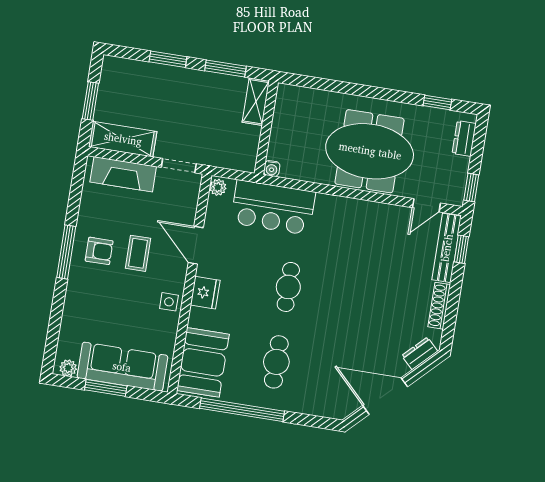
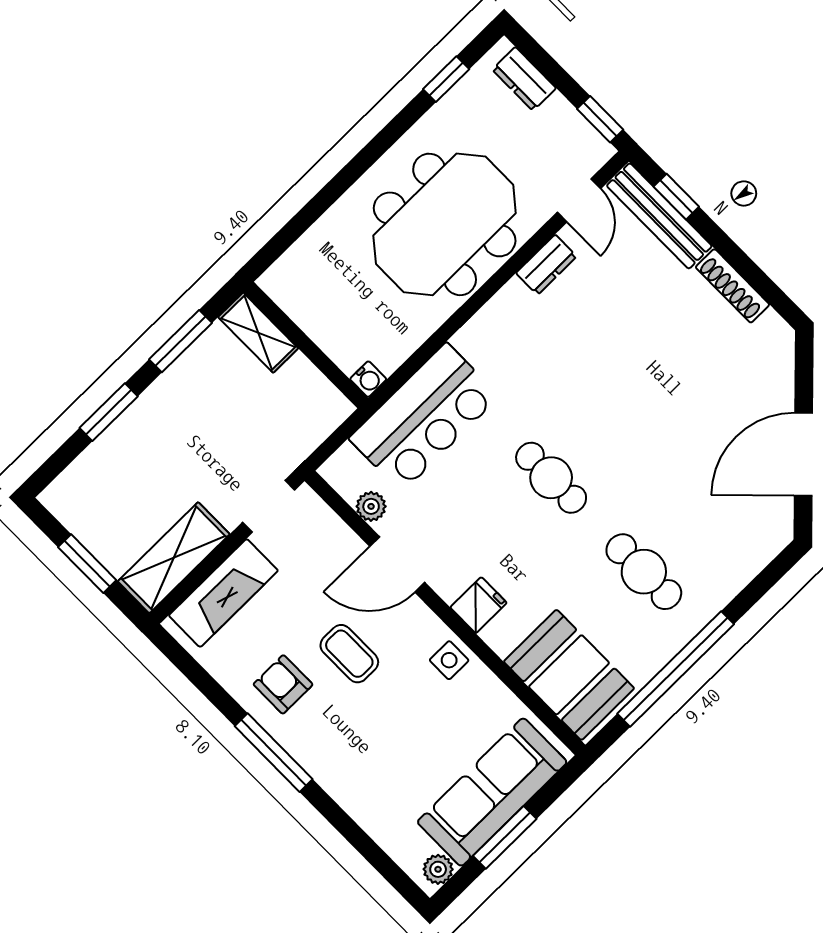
plant: (218, 187) -> (371, 506), moved
armchair: (99, 251) -> (283, 684), moved, turned -90
fridge: (205, 293) -> (479, 605), width x0.72
dresser: (420, 353) -> (546, 265), moved, turned -135

